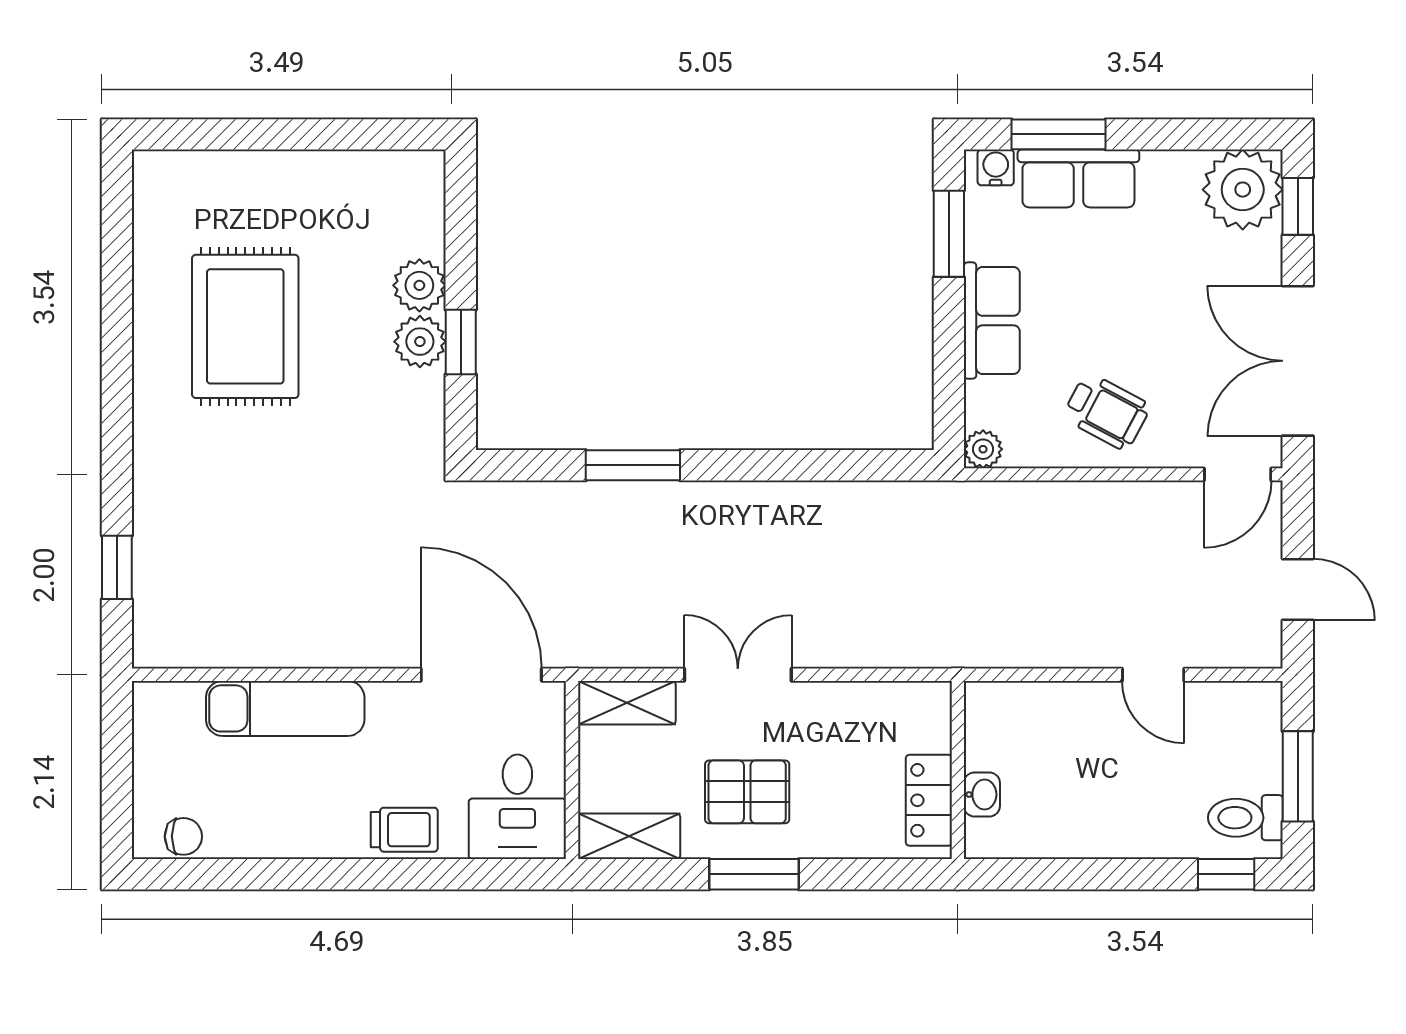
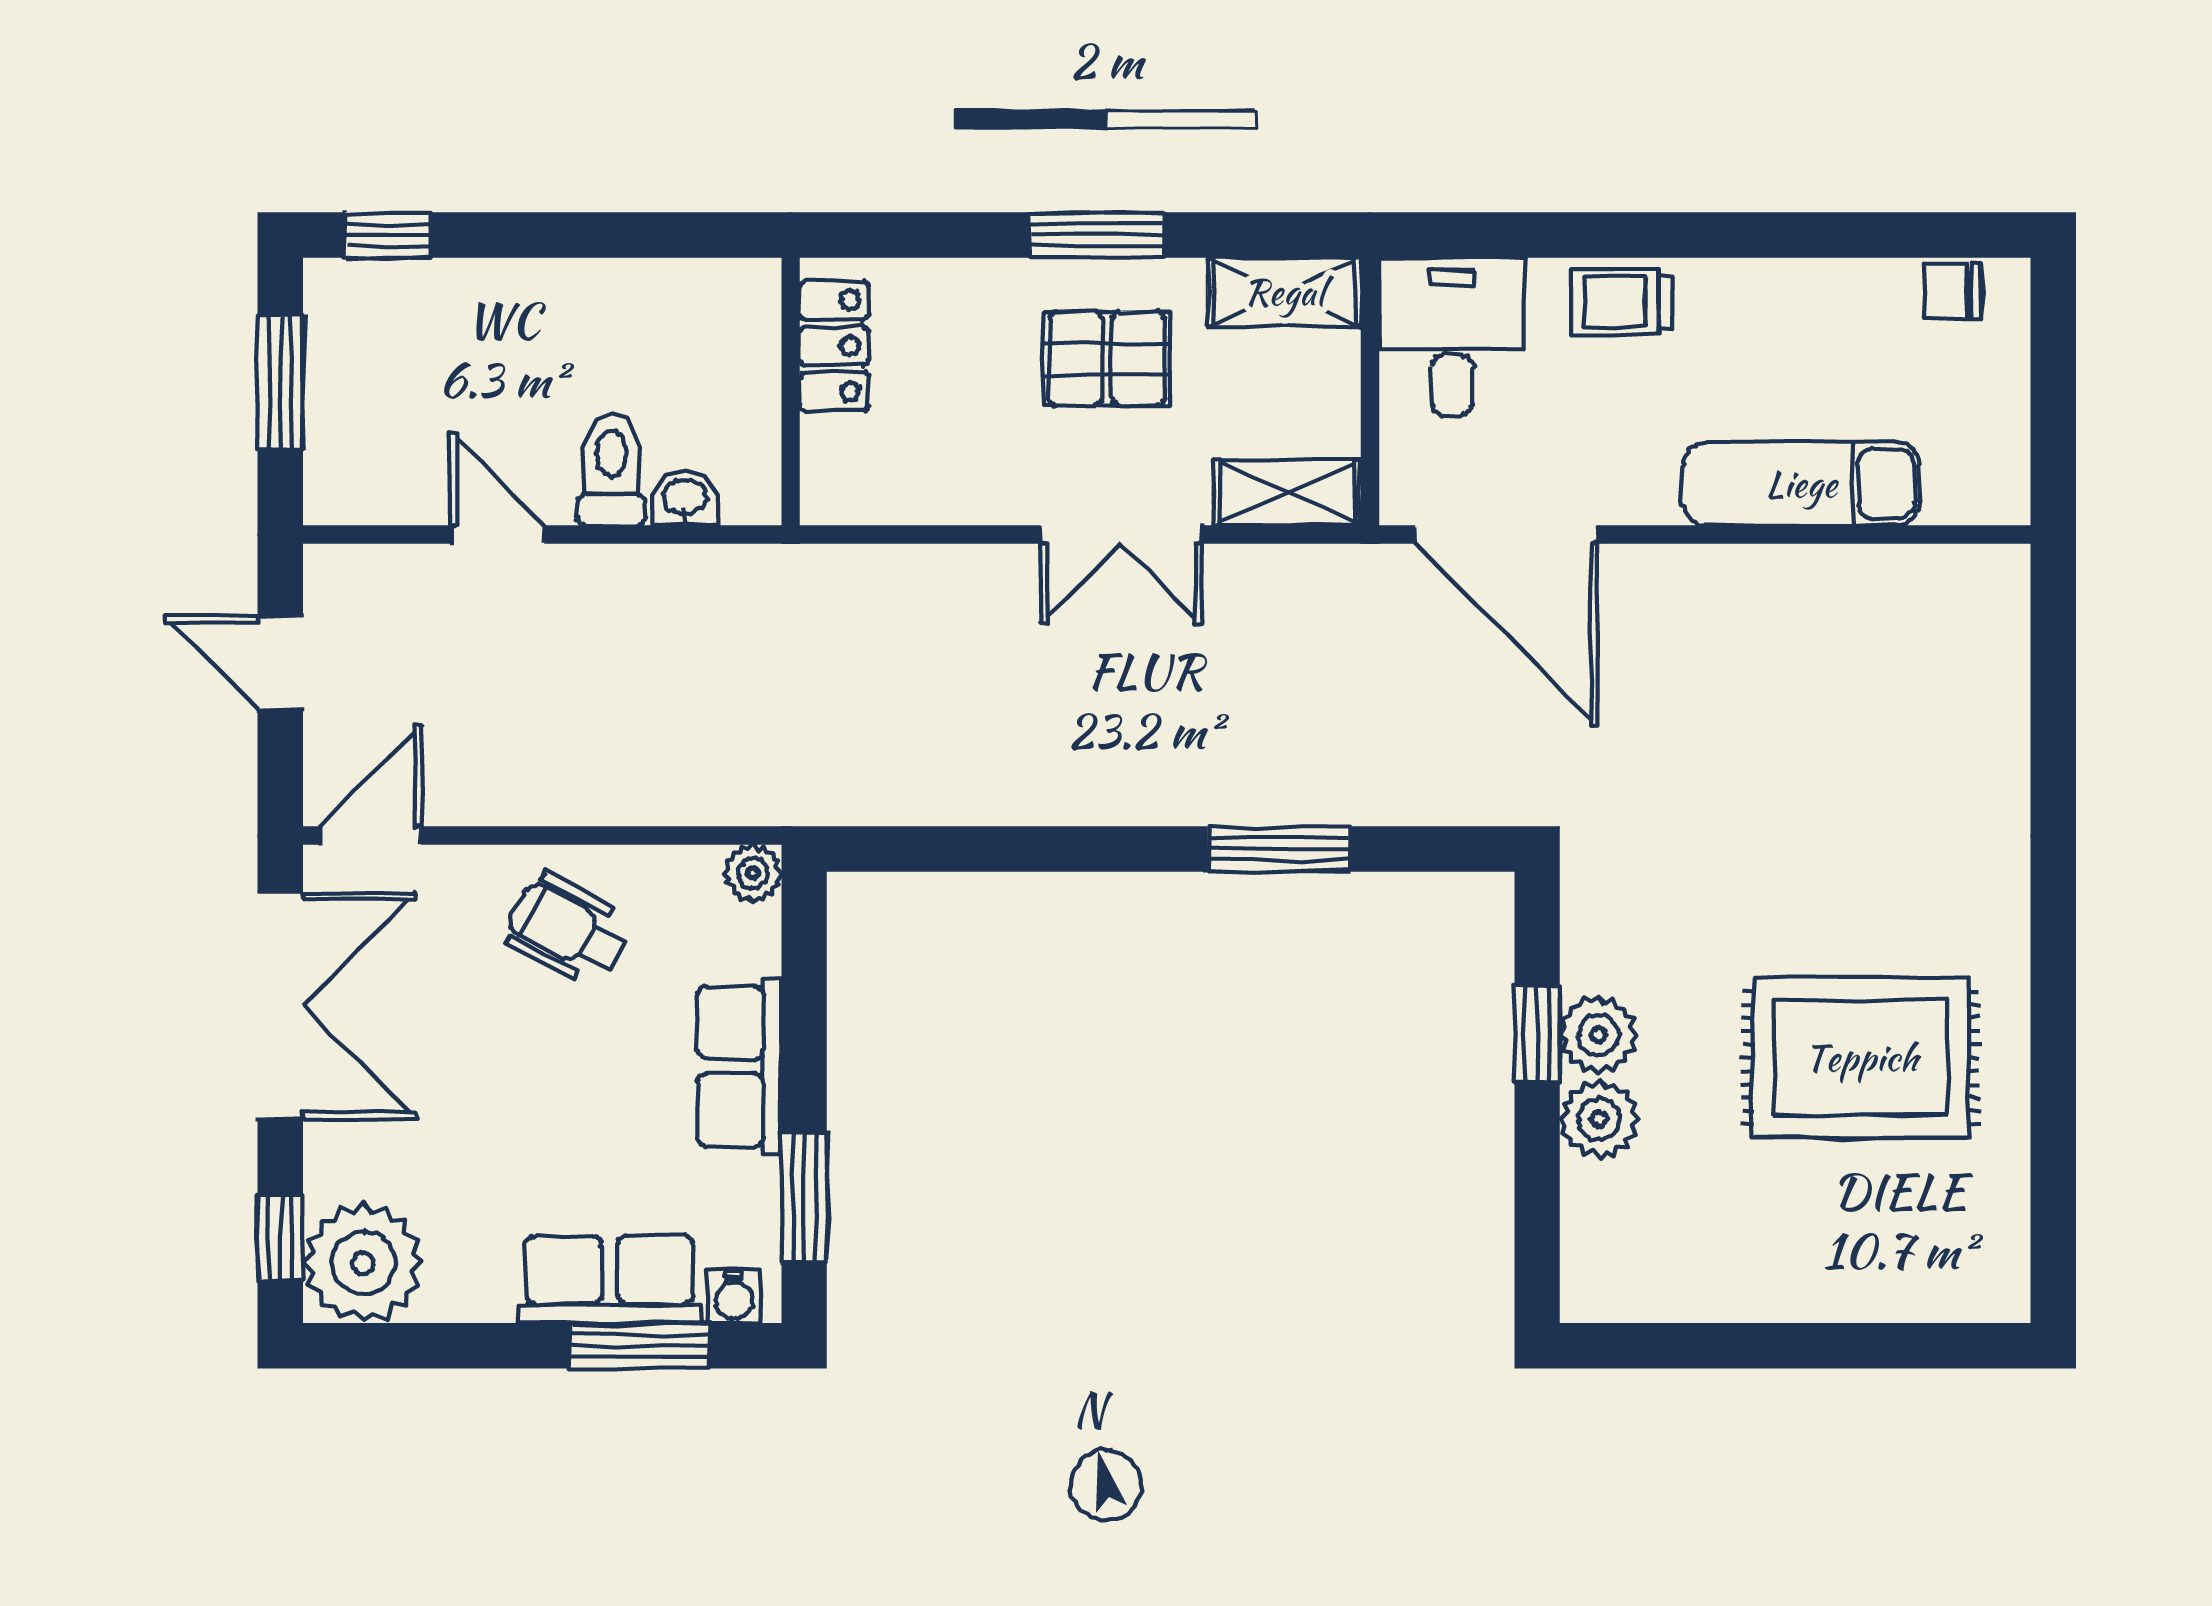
rug: (245, 326) -> (1861, 1058), turned 90
window: (117, 567) -> (2053, 696), removed
washbasin: (982, 794) -> (685, 499), moved, turned 90
toilet: (1245, 818) -> (612, 469), moved, turned -90

